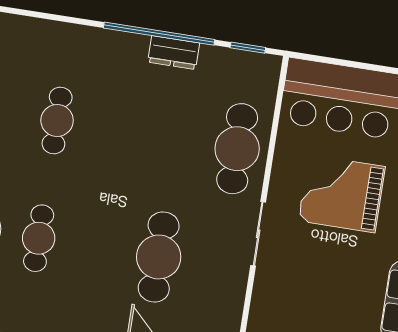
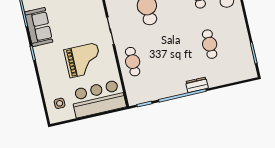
dresser: (174, 53) -> (197, 85), moved
cafe table: (237, 149) -> (133, 62), width x0.73, depth x0.74

